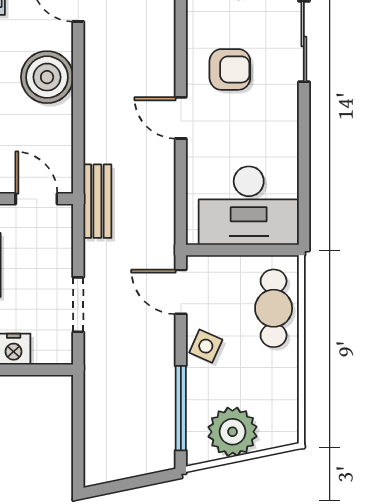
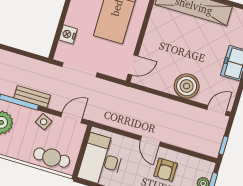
door: (181, 118) -> (150, 141), swing flipped
bench: (97, 201) -> (32, 97), moved
doorway: (78, 305) -> (79, 70), width x1.38

